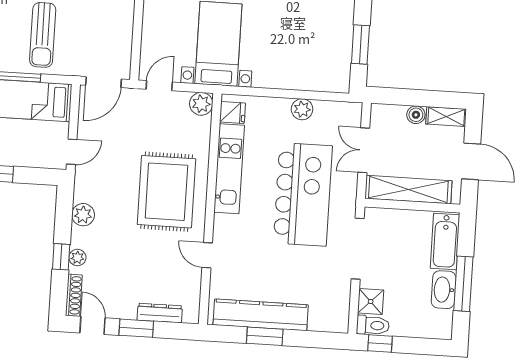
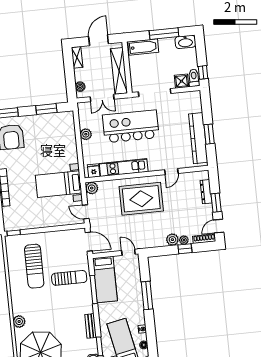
boiler: (416, 115) -> (80, 87), moved
plant: (83, 215) -> (172, 240), moved
washbasin: (444, 290) -> (185, 42), moved

